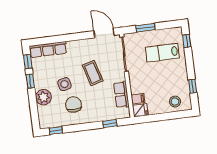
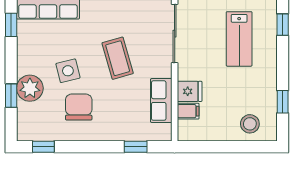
lab bench: (162, 53) -> (239, 39), turned -90
window: (30, 81) -> (11, 96), moved
fridge: (140, 110) -> (190, 91), moved

